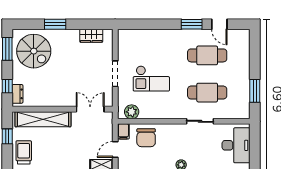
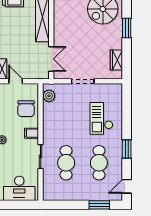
door: (219, 24) -> (127, 186), moved
checkout: (151, 79) -> (101, 118), moved
window: (255, 91) -> (99, 205), moved
filing cabinet: (123, 131) -> (32, 133), moved
chair: (146, 138) -> (26, 109), turned -90

